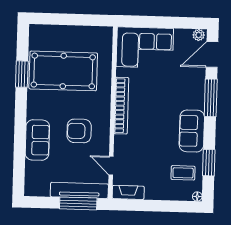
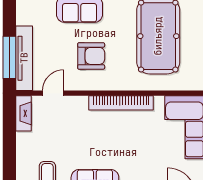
armchair: (79, 131) -> (91, 56), turned 90

